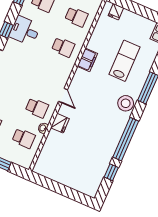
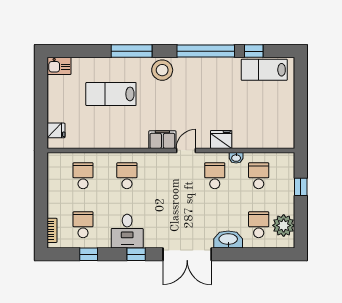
filing cabinet: (87, 60) -> (162, 140), moved
lab bench: (95, 174) -> (264, 70), added

